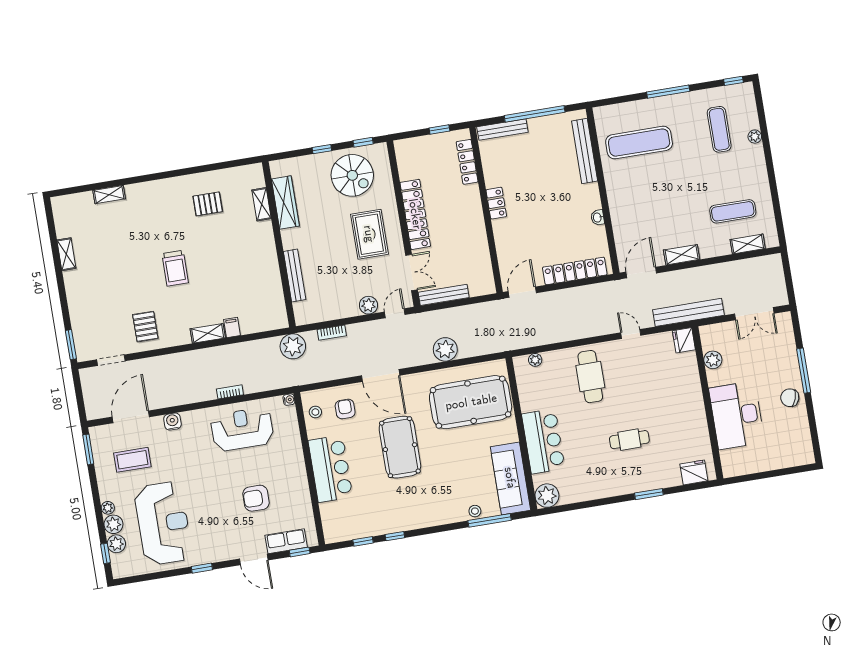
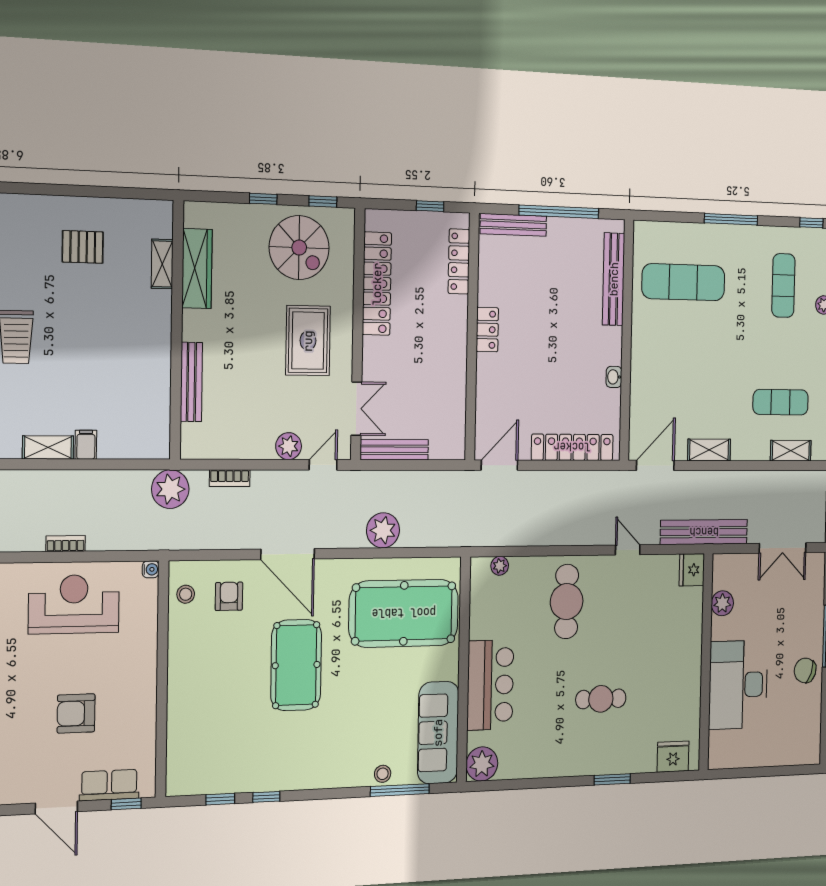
locker: (415, 214) -> (377, 284), moved
bar counter: (330, 469) -> (193, 683), removed

